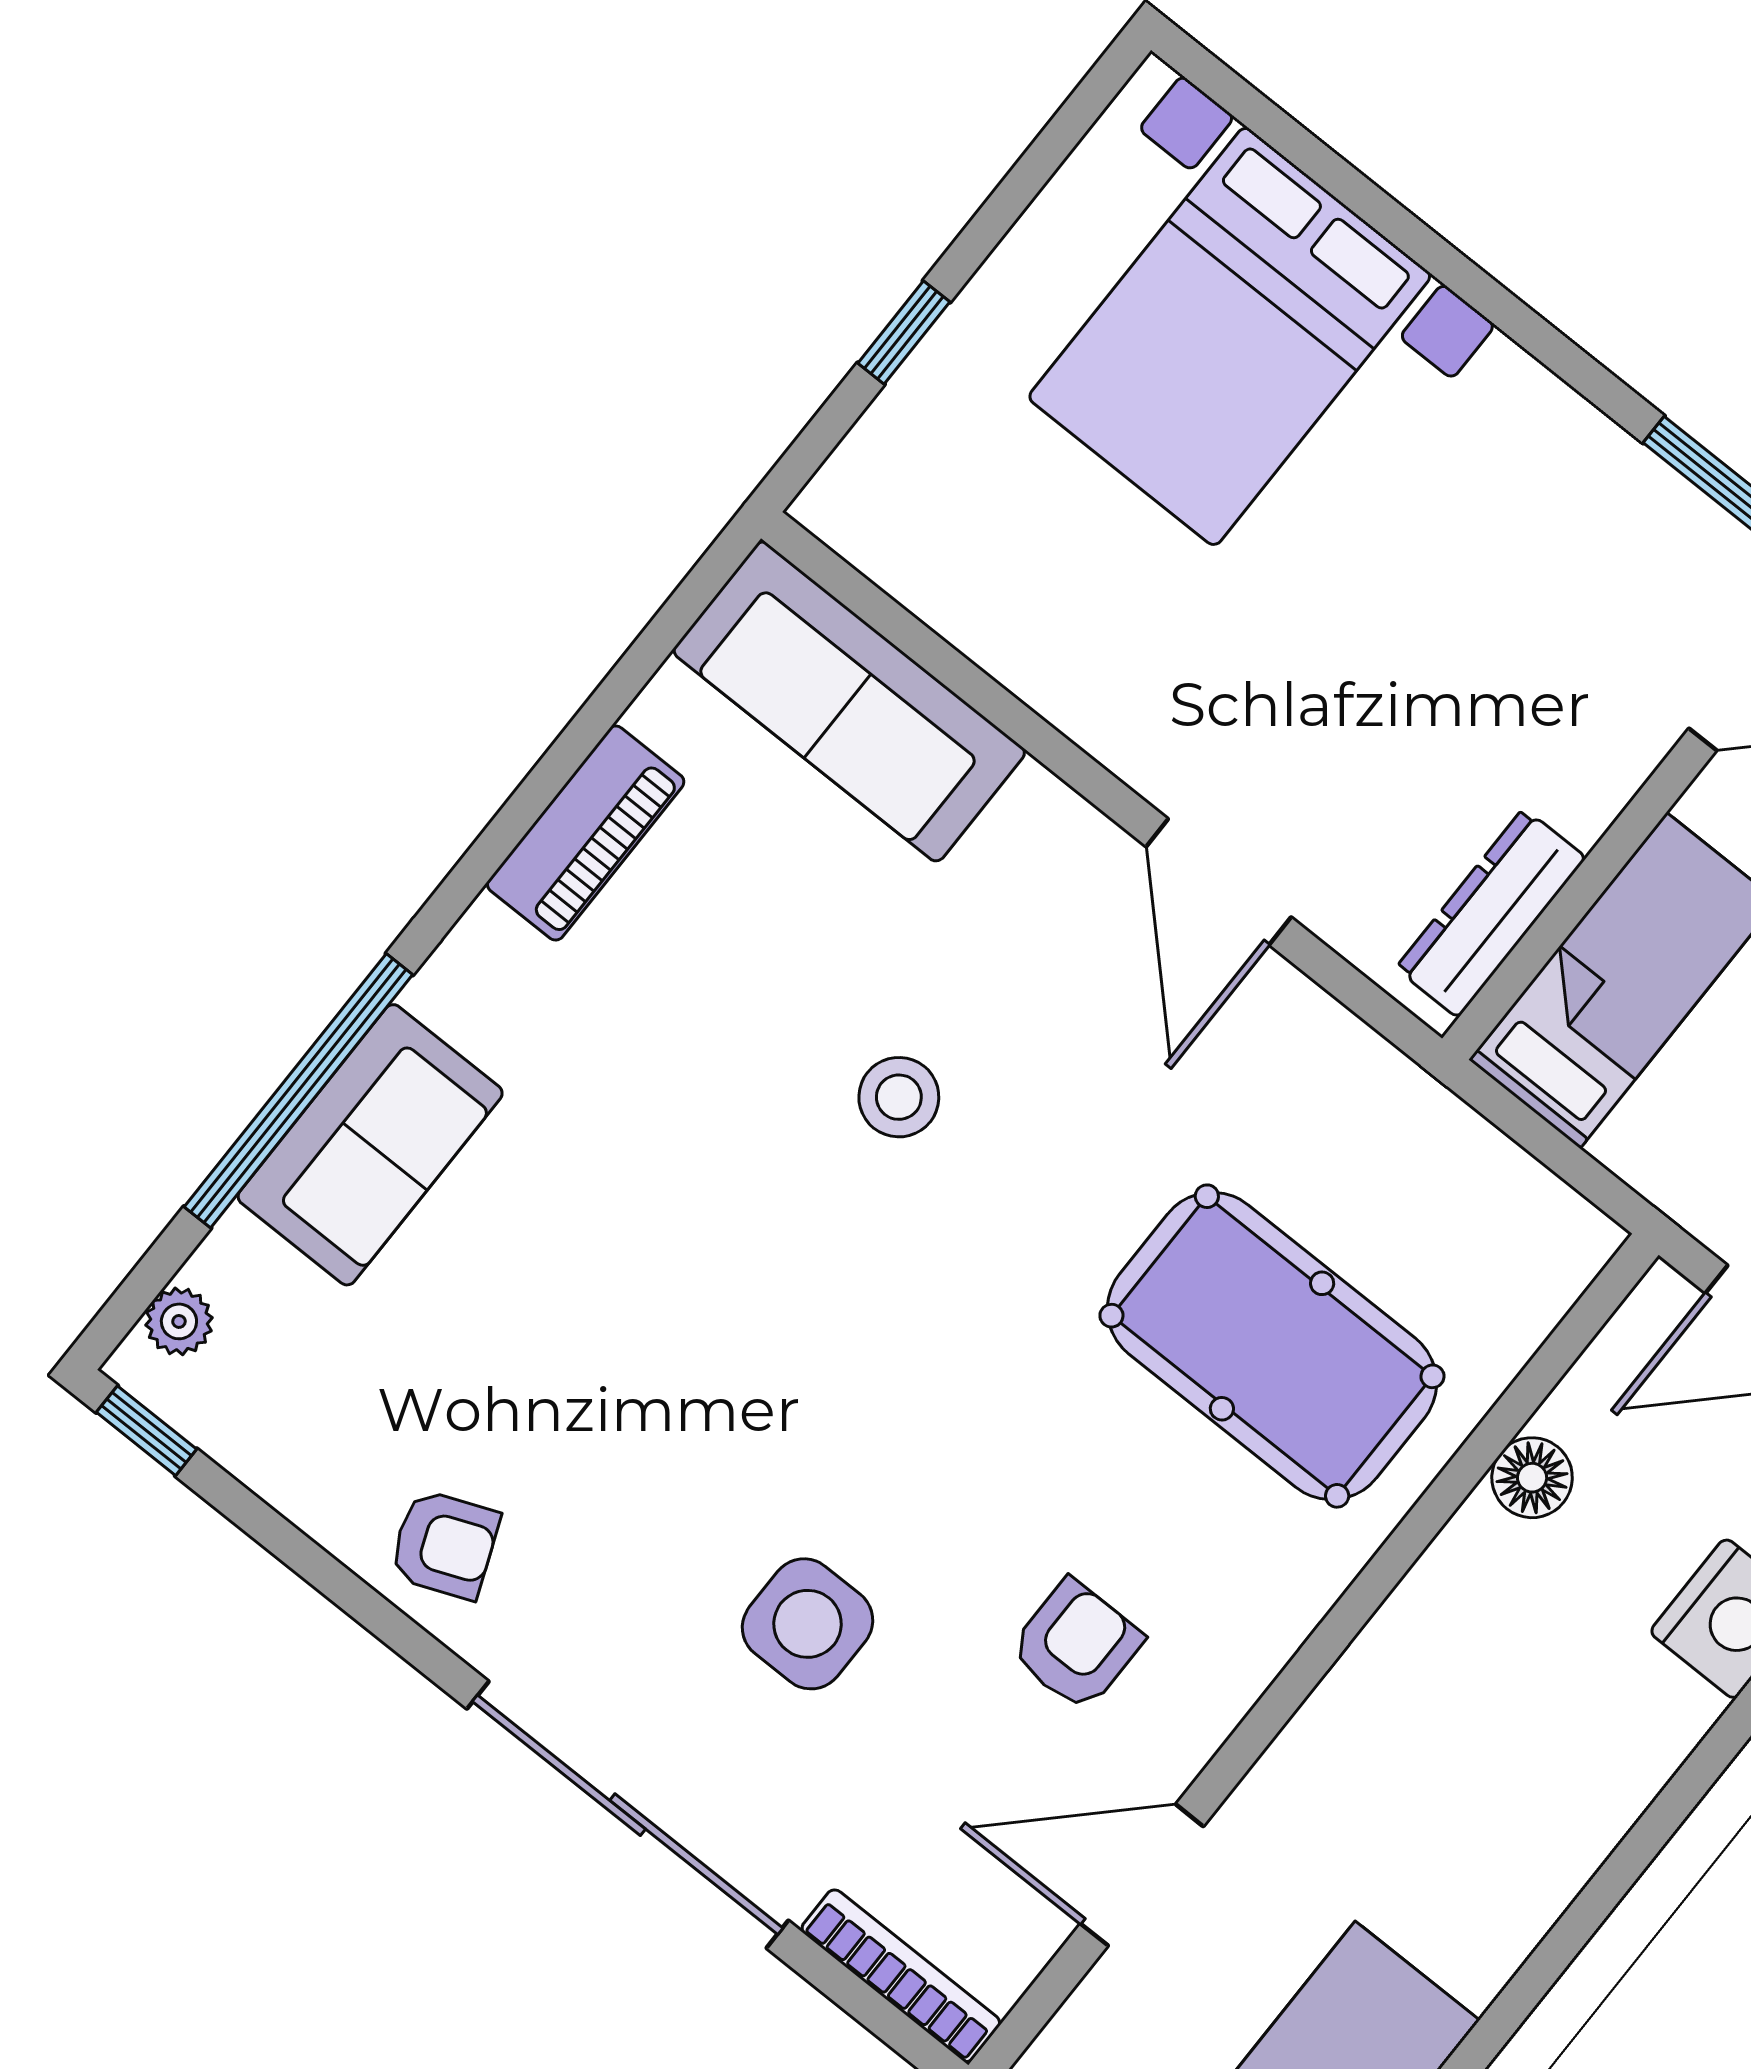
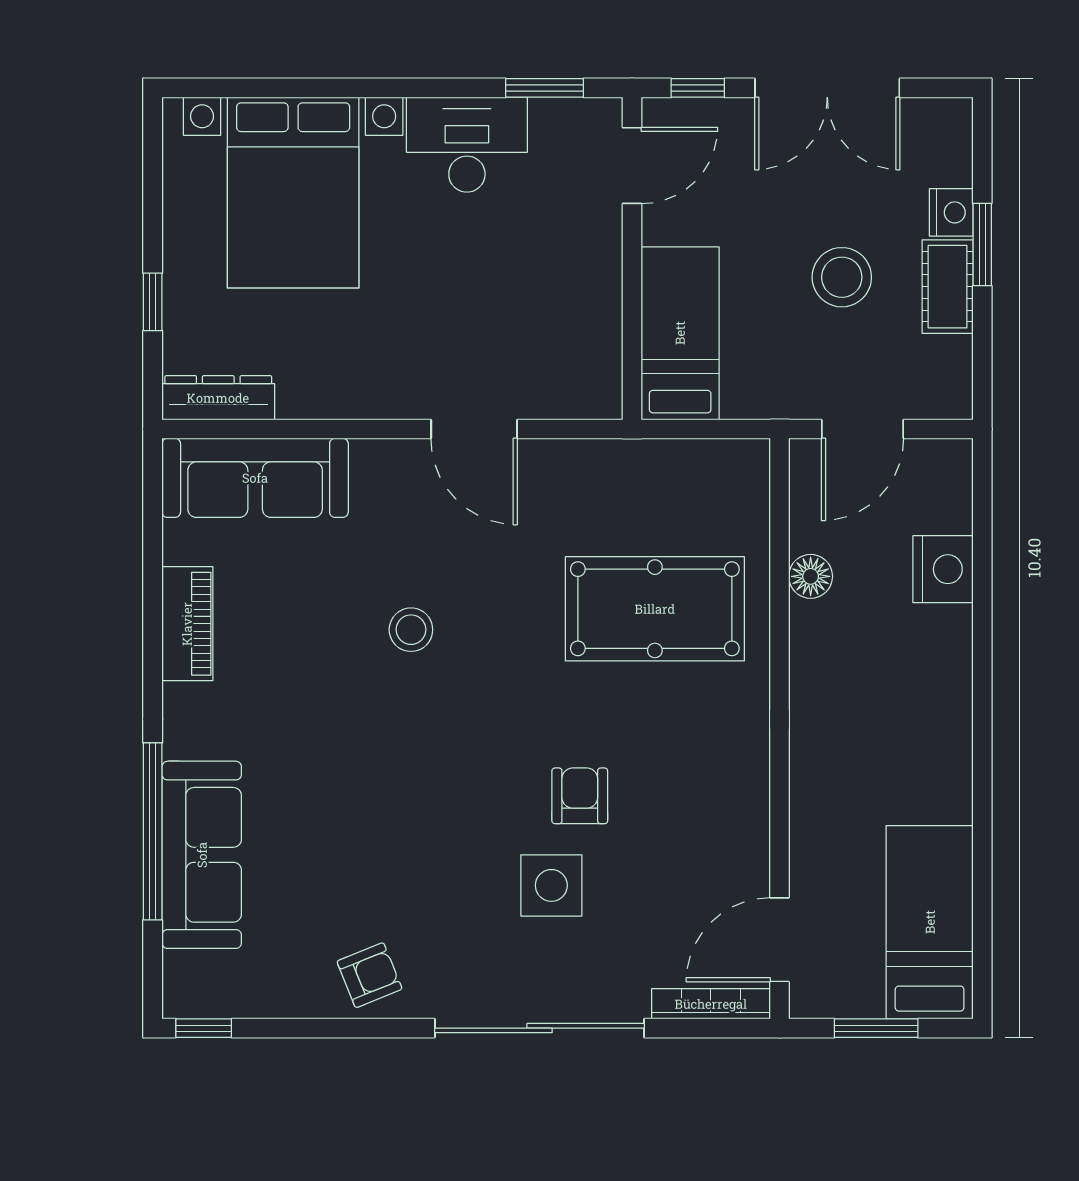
desk: (1533, 467) -> (467, 145), added
dresser: (1491, 913) -> (218, 398), moved, turned 90
sofa: (370, 1145) -> (202, 855), width x1.36
plant: (179, 1321) -> (180, 970), removed
armchair: (1076, 1645) -> (580, 796), moved
door: (1142, 1875) -> (779, 940), moved

